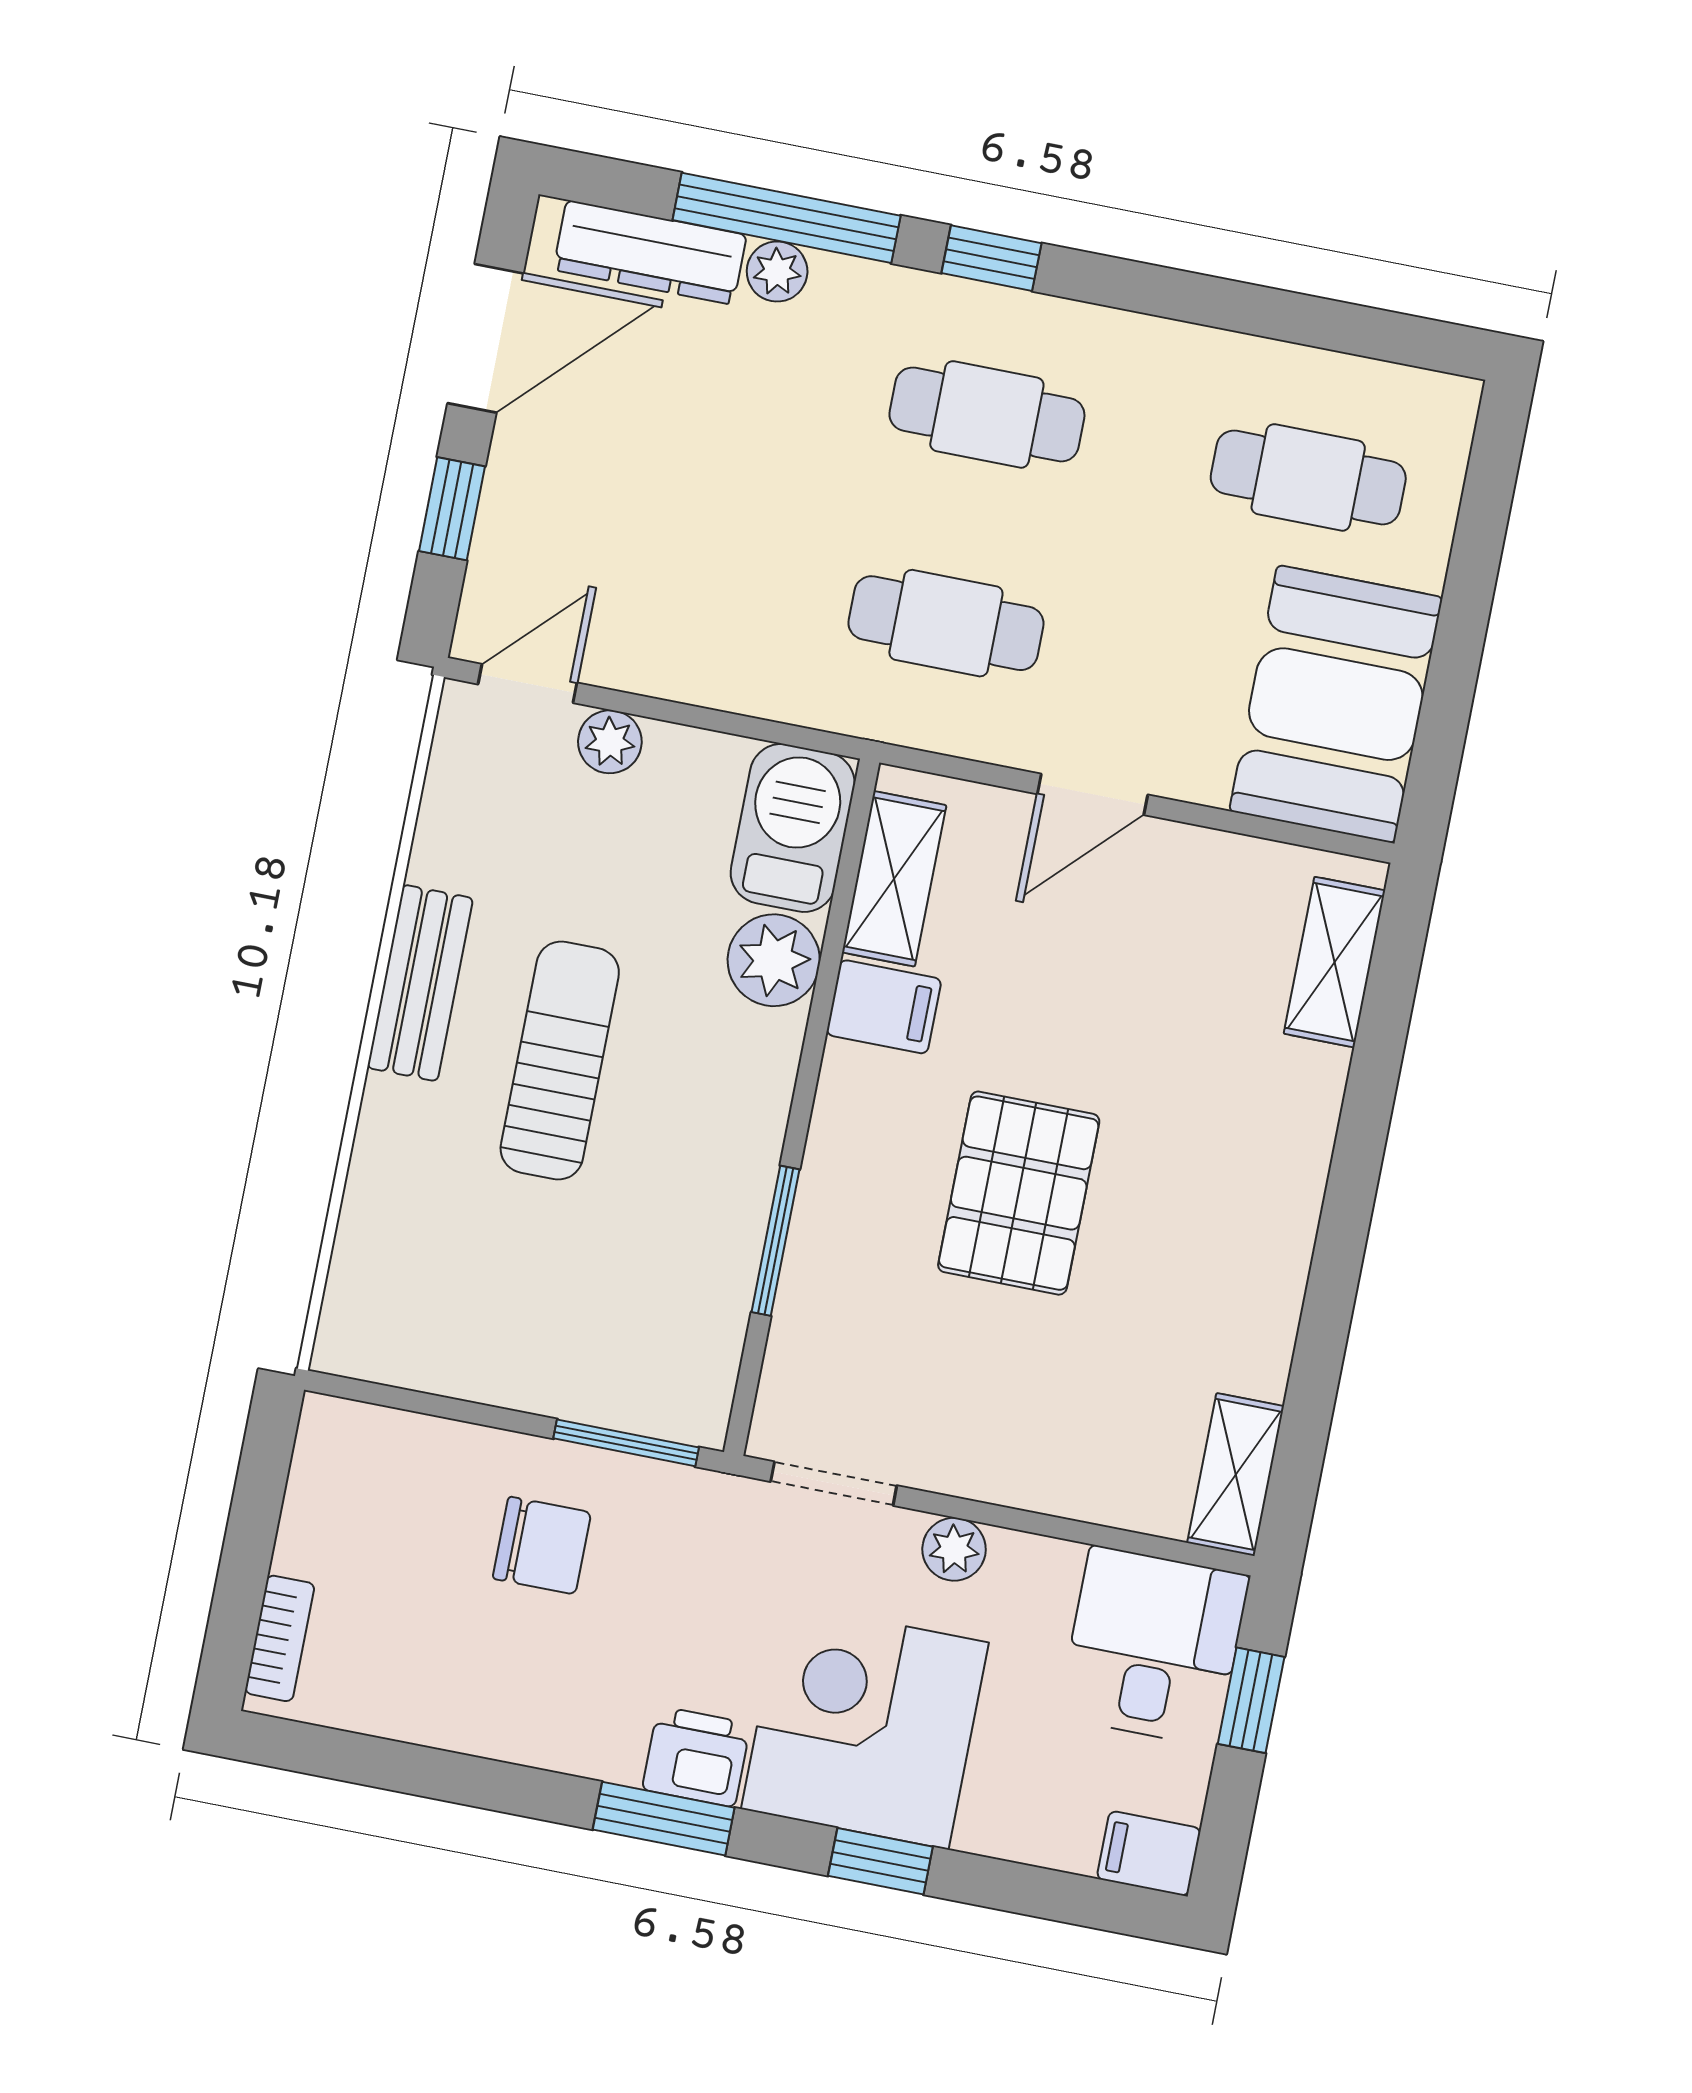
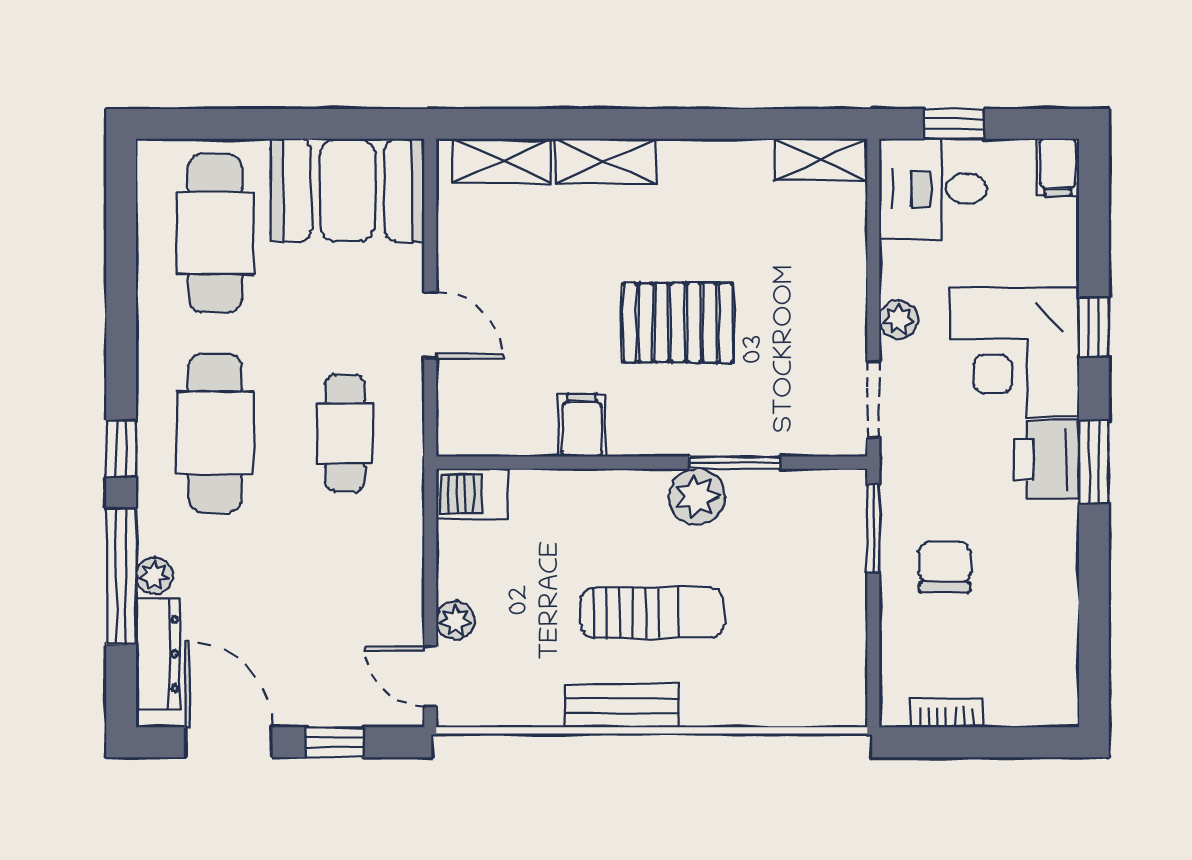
cafe table: (987, 414) -> (215, 433), width x1.37, depth x1.35
cafe table: (1308, 477) -> (215, 233), width x1.37, depth x1.35
barbecue: (793, 828) -> (472, 494), width x0.73, depth x0.79
shelving: (894, 879) -> (605, 161), moved
plant: (774, 960) -> (697, 497), moved
sun lounger: (560, 1060) -> (652, 613), turned 180
bookcase: (280, 1638) -> (947, 713), moved
printer: (696, 1757) -> (1047, 460), width x1.36, depth x1.24

